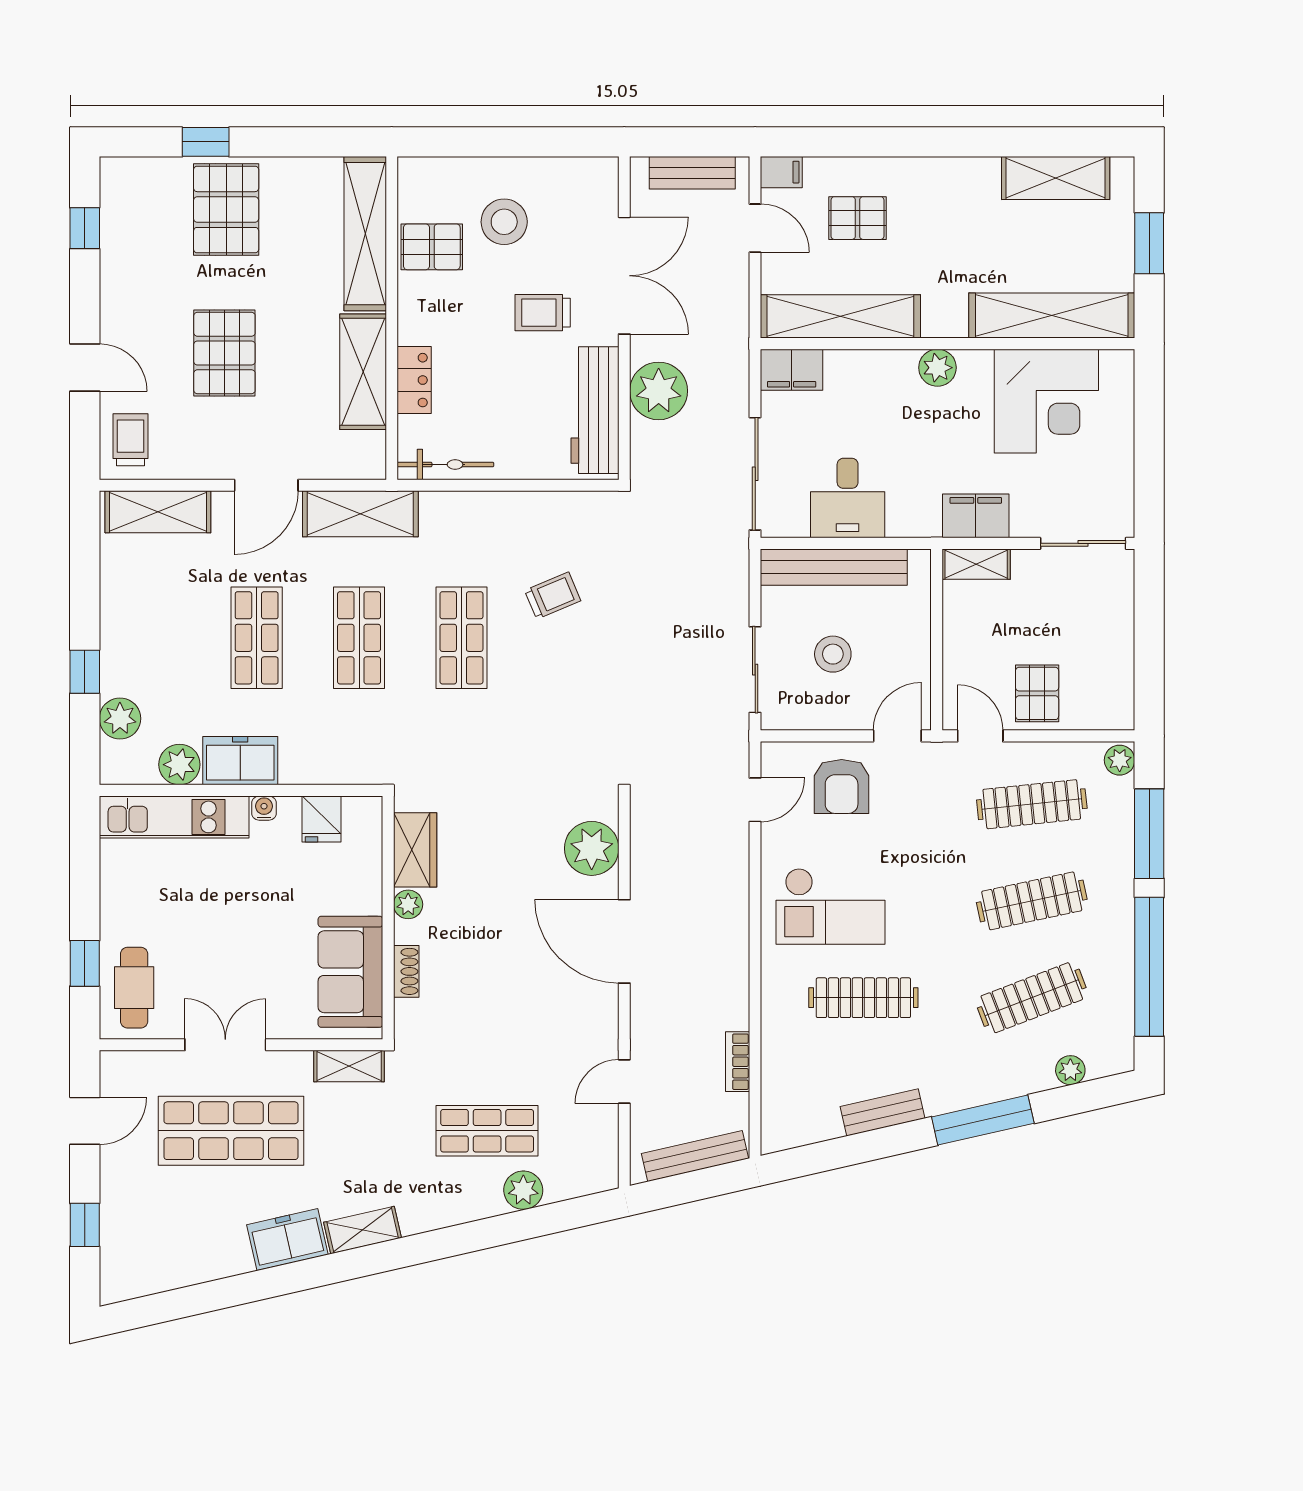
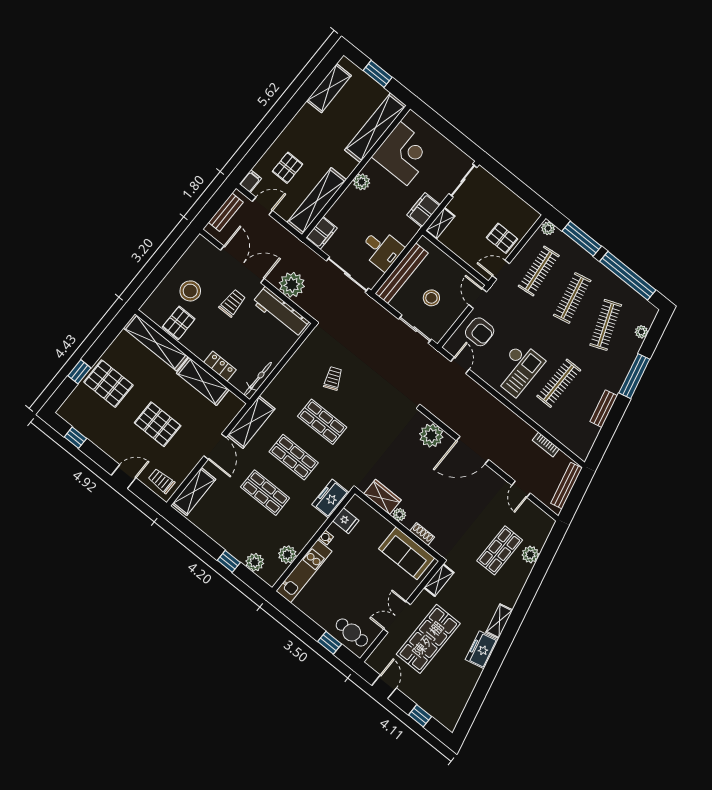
trolley: (543, 313) -> (232, 303), turned 180
freezer: (240, 761) -> (330, 499), moved

